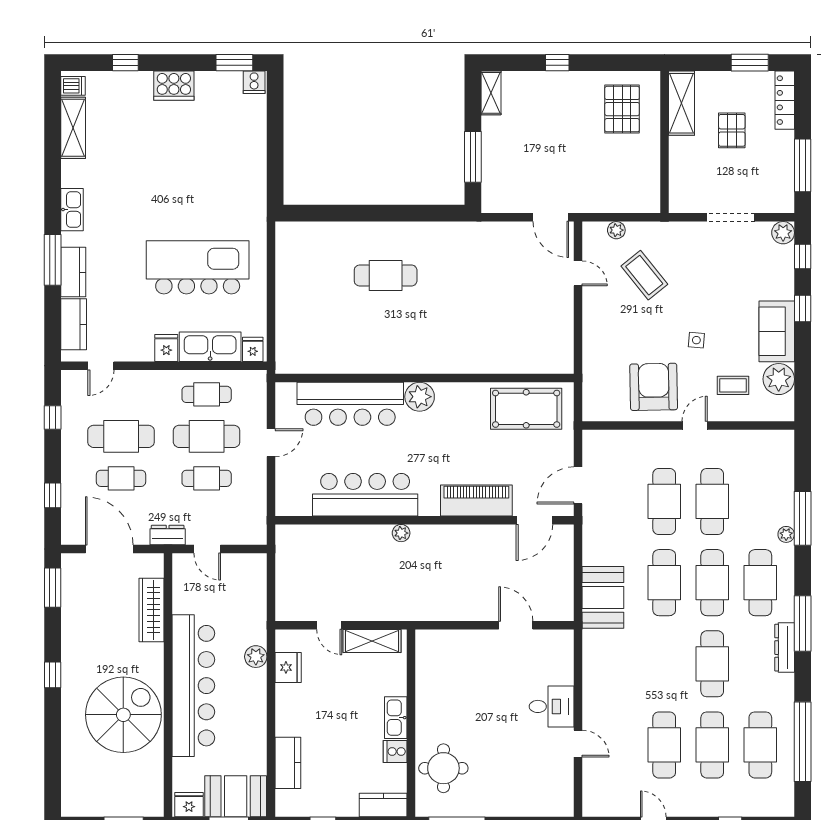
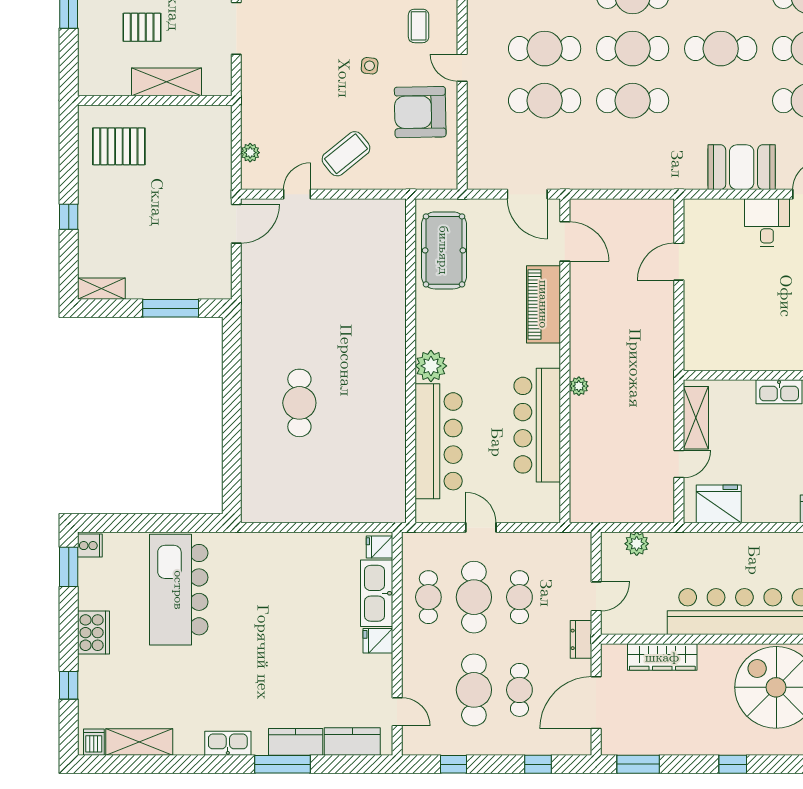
shelving: (682, 103) -> (166, 82), moved
kitchen island: (198, 267) -> (179, 590), moved
coffee table: (644, 275) -> (346, 154), moved
booth: (603, 597) -> (742, 167), moved
plant: (256, 657) -> (637, 544), moved
fridge: (288, 667) -> (719, 504), width x1.36, depth x1.34

